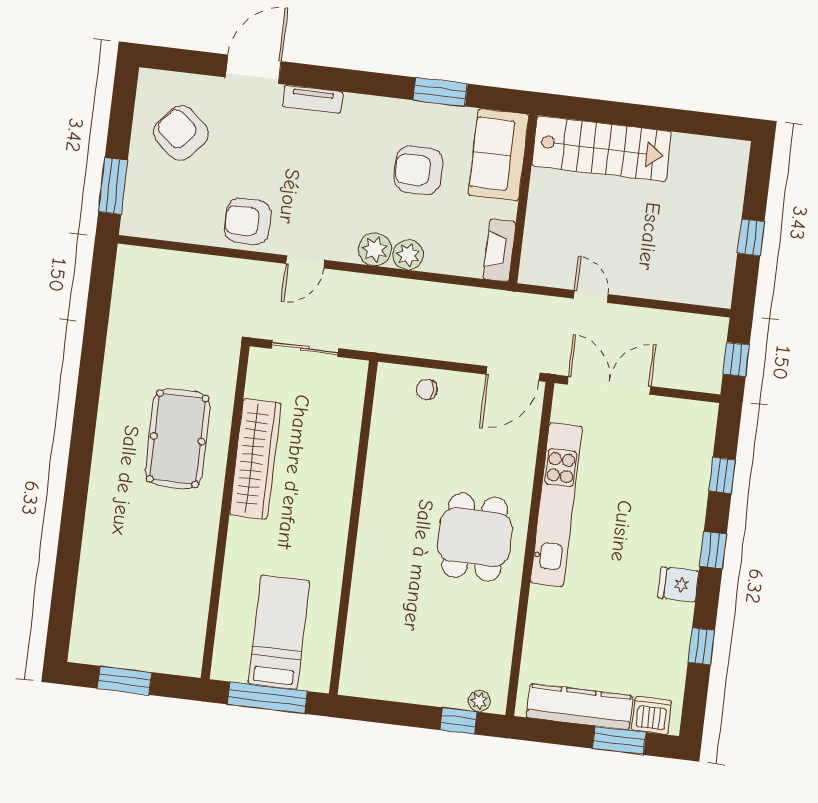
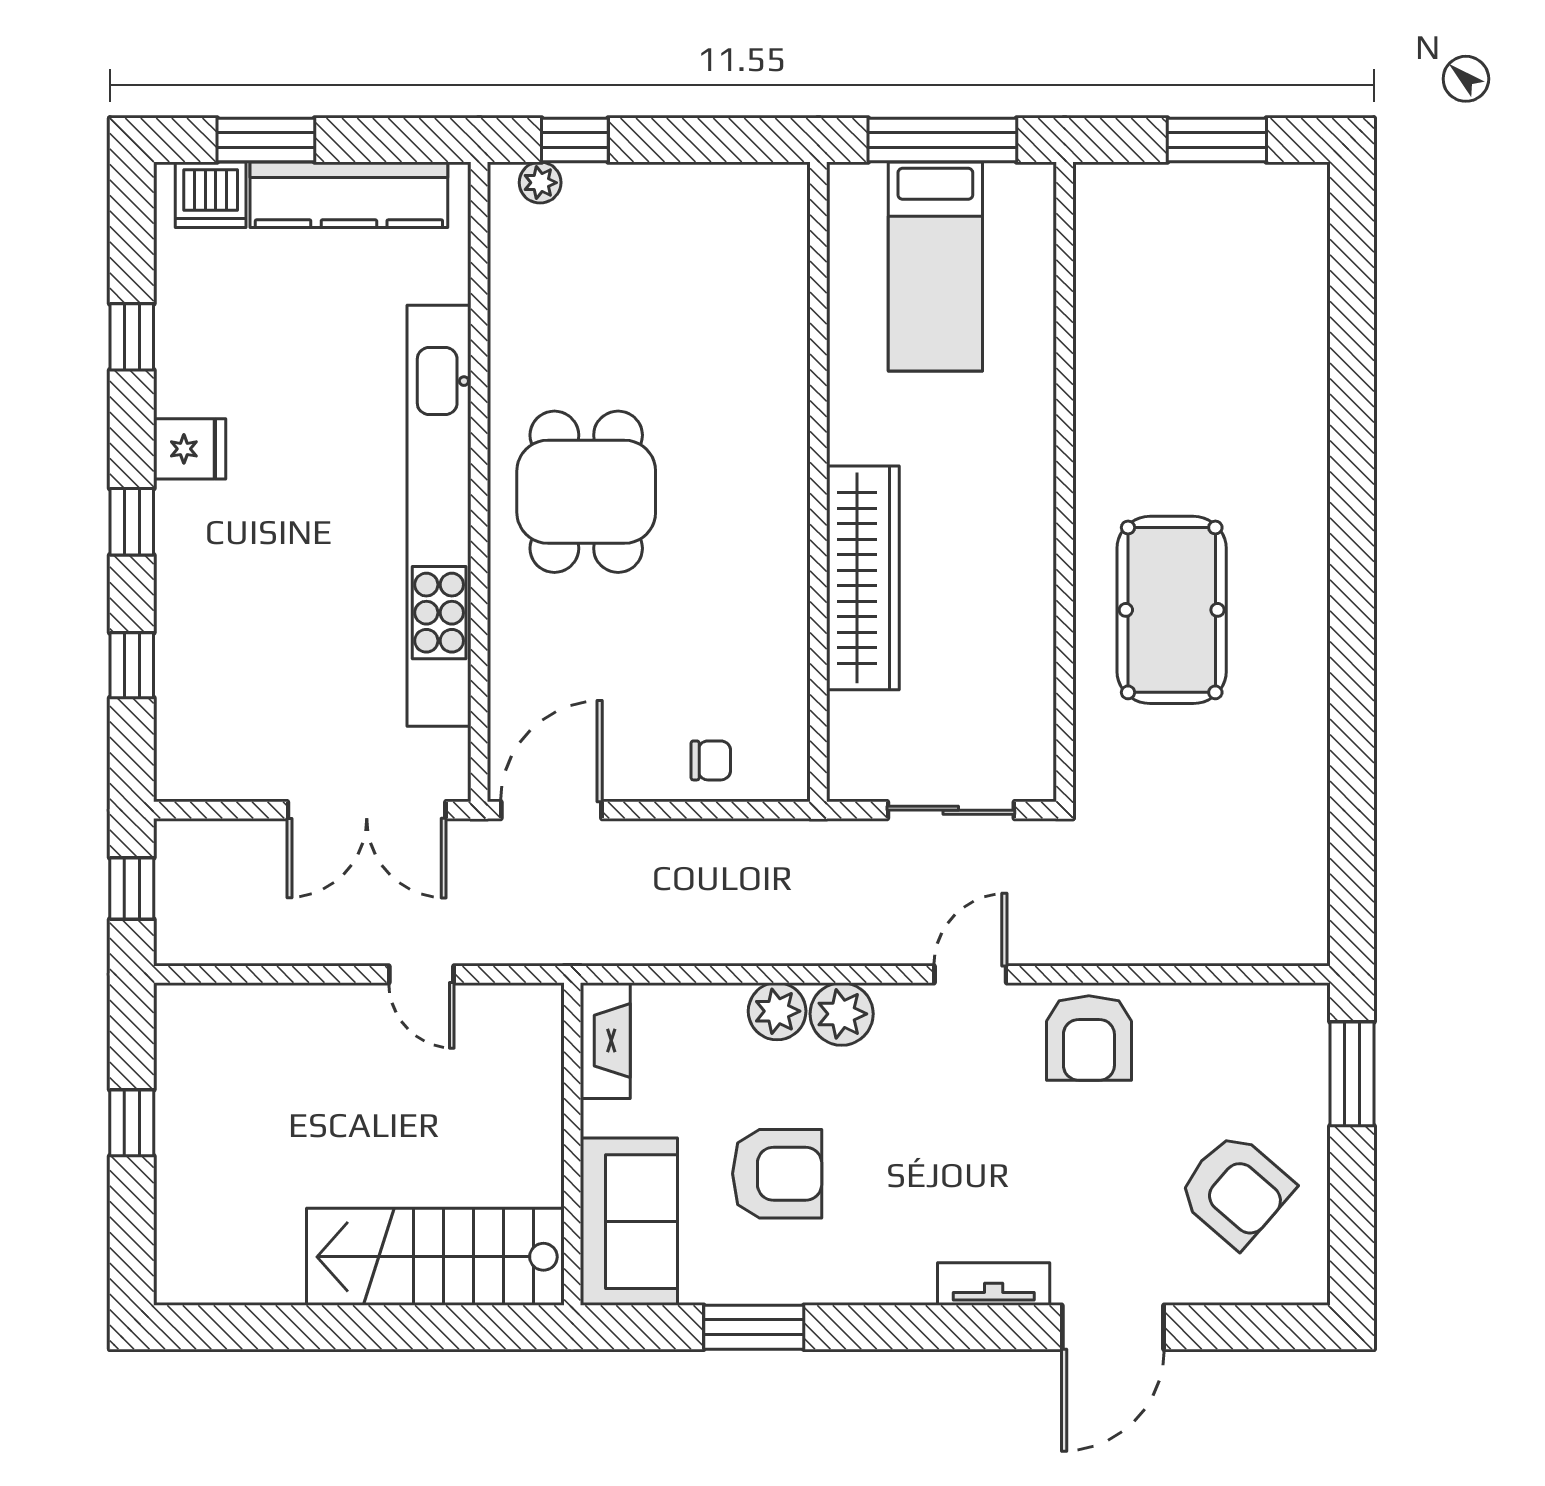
armchair: (248, 221) -> (1089, 1038), turned 90
wardrobe: (255, 459) -> (863, 578), moved, turned 180
kitchen unit: (556, 505) -> (439, 516), width x1.36

